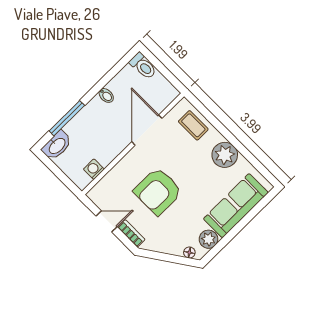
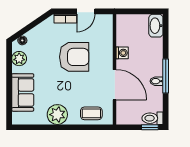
window: (154, 60) -> (150, 127), added
window: (67, 118) -> (166, 76), moved
washing machine: (94, 169) -> (122, 53), moved
armchair: (158, 191) -> (74, 57), turned 90
sofa: (236, 206) -> (23, 92), width x0.73

